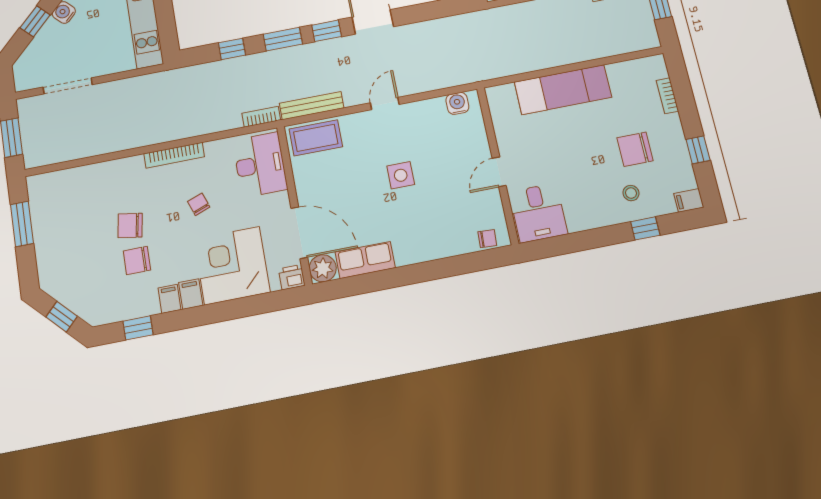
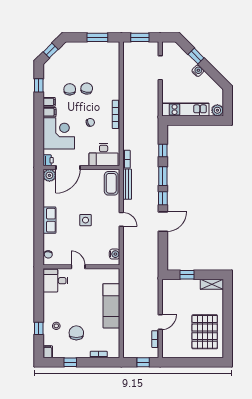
row of seats: (365, 260) -> (49, 220), moved

